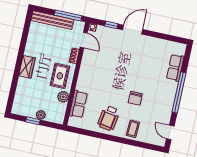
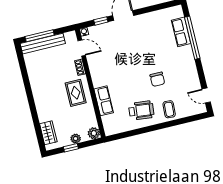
window: (68, 15) -> (40, 36), moved
wardrobe: (27, 67) -> (48, 133), moved
window: (179, 93) -> (192, 38), moved
plant: (63, 97) -> (94, 133), moved
row of seats: (78, 104) -> (104, 101), moved
wheelchair: (109, 118) -> (141, 110), turned -93

